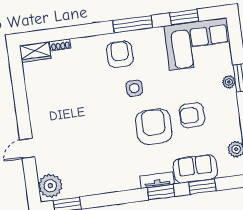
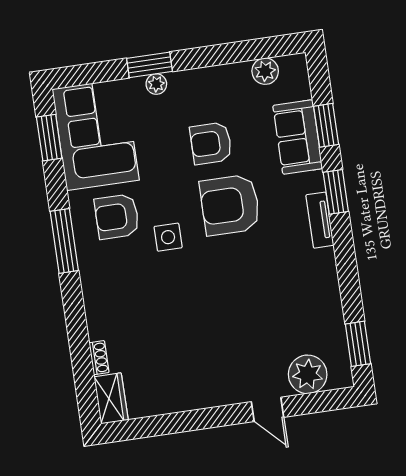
window: (184, 17) -> (49, 138), moved
armchair: (120, 54) -> (117, 217), moved
armchair: (192, 115) -> (211, 143), turned 90
tv unit: (157, 180) -> (320, 220), moved
plant: (50, 186) -> (308, 374), moved

